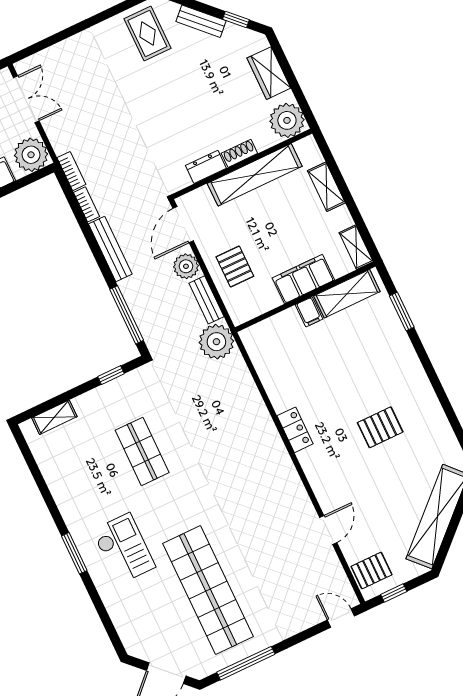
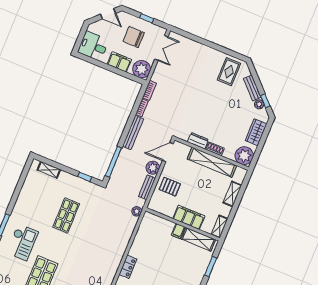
plant: (233, 33) -> (259, 104), added
pallet: (235, 267) -> (170, 187), turned 90
plant: (216, 342) -> (137, 211), width x0.53, depth x0.53

